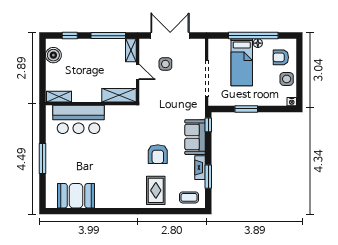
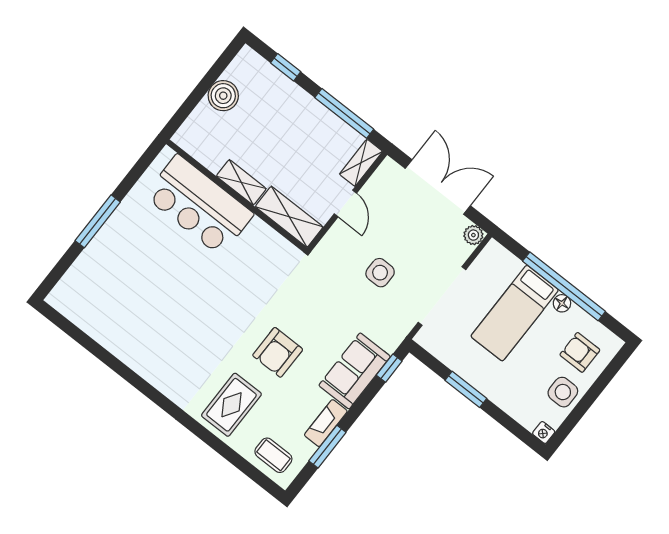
plant: (200, 44) -> (473, 235), added
boiler: (53, 55) -> (223, 96), moved
side table: (165, 64) -> (380, 273), moved
shelving: (59, 97) -> (241, 182), moved
booth: (76, 196) -> (104, 318), removed

